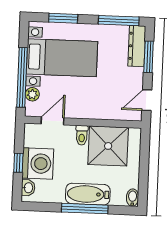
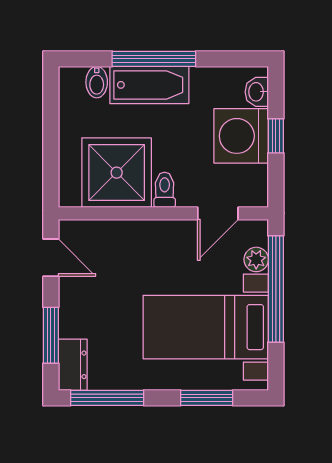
dresser: (137, 46) -> (73, 365), width x0.70
door: (147, 100) -> (51, 258), hinge flipped
bidet: (132, 198) -> (97, 82), moved

